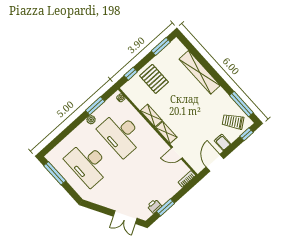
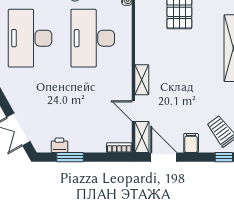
shelving: (151, 116) -> (142, 137), moved
door: (215, 163) -> (164, 157), hinge flipped

